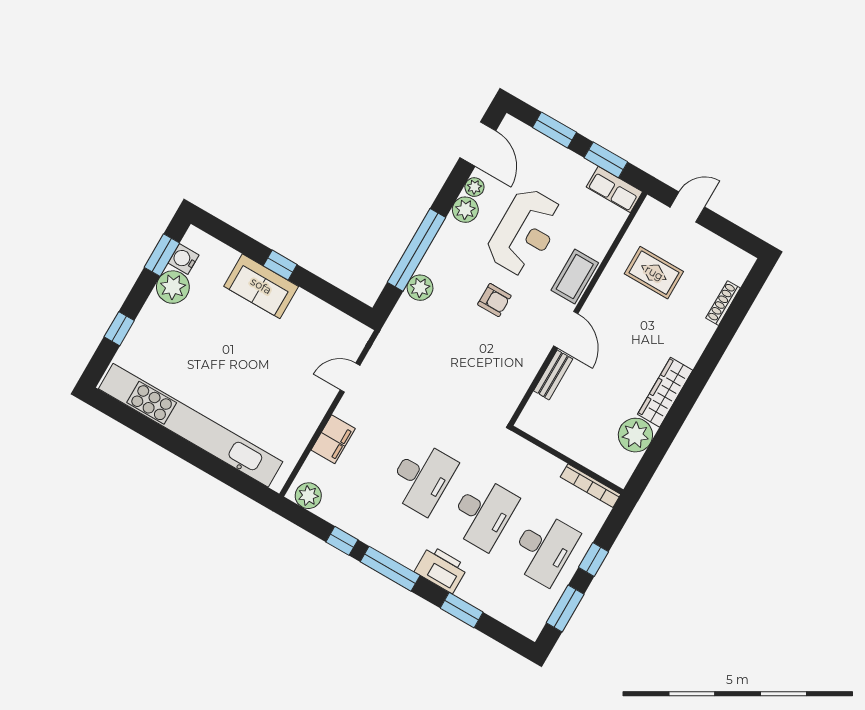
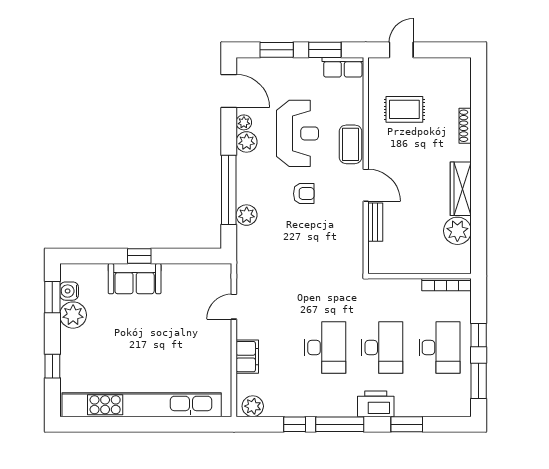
shoe rack: (723, 303) -> (465, 126), moved

